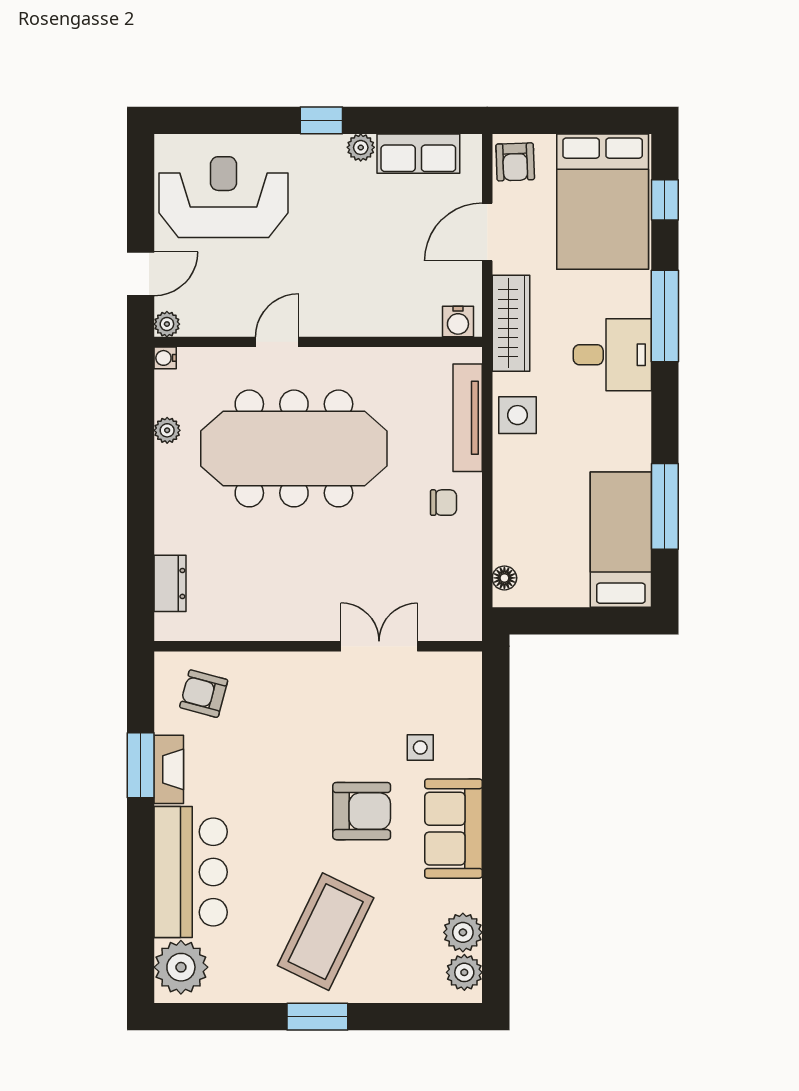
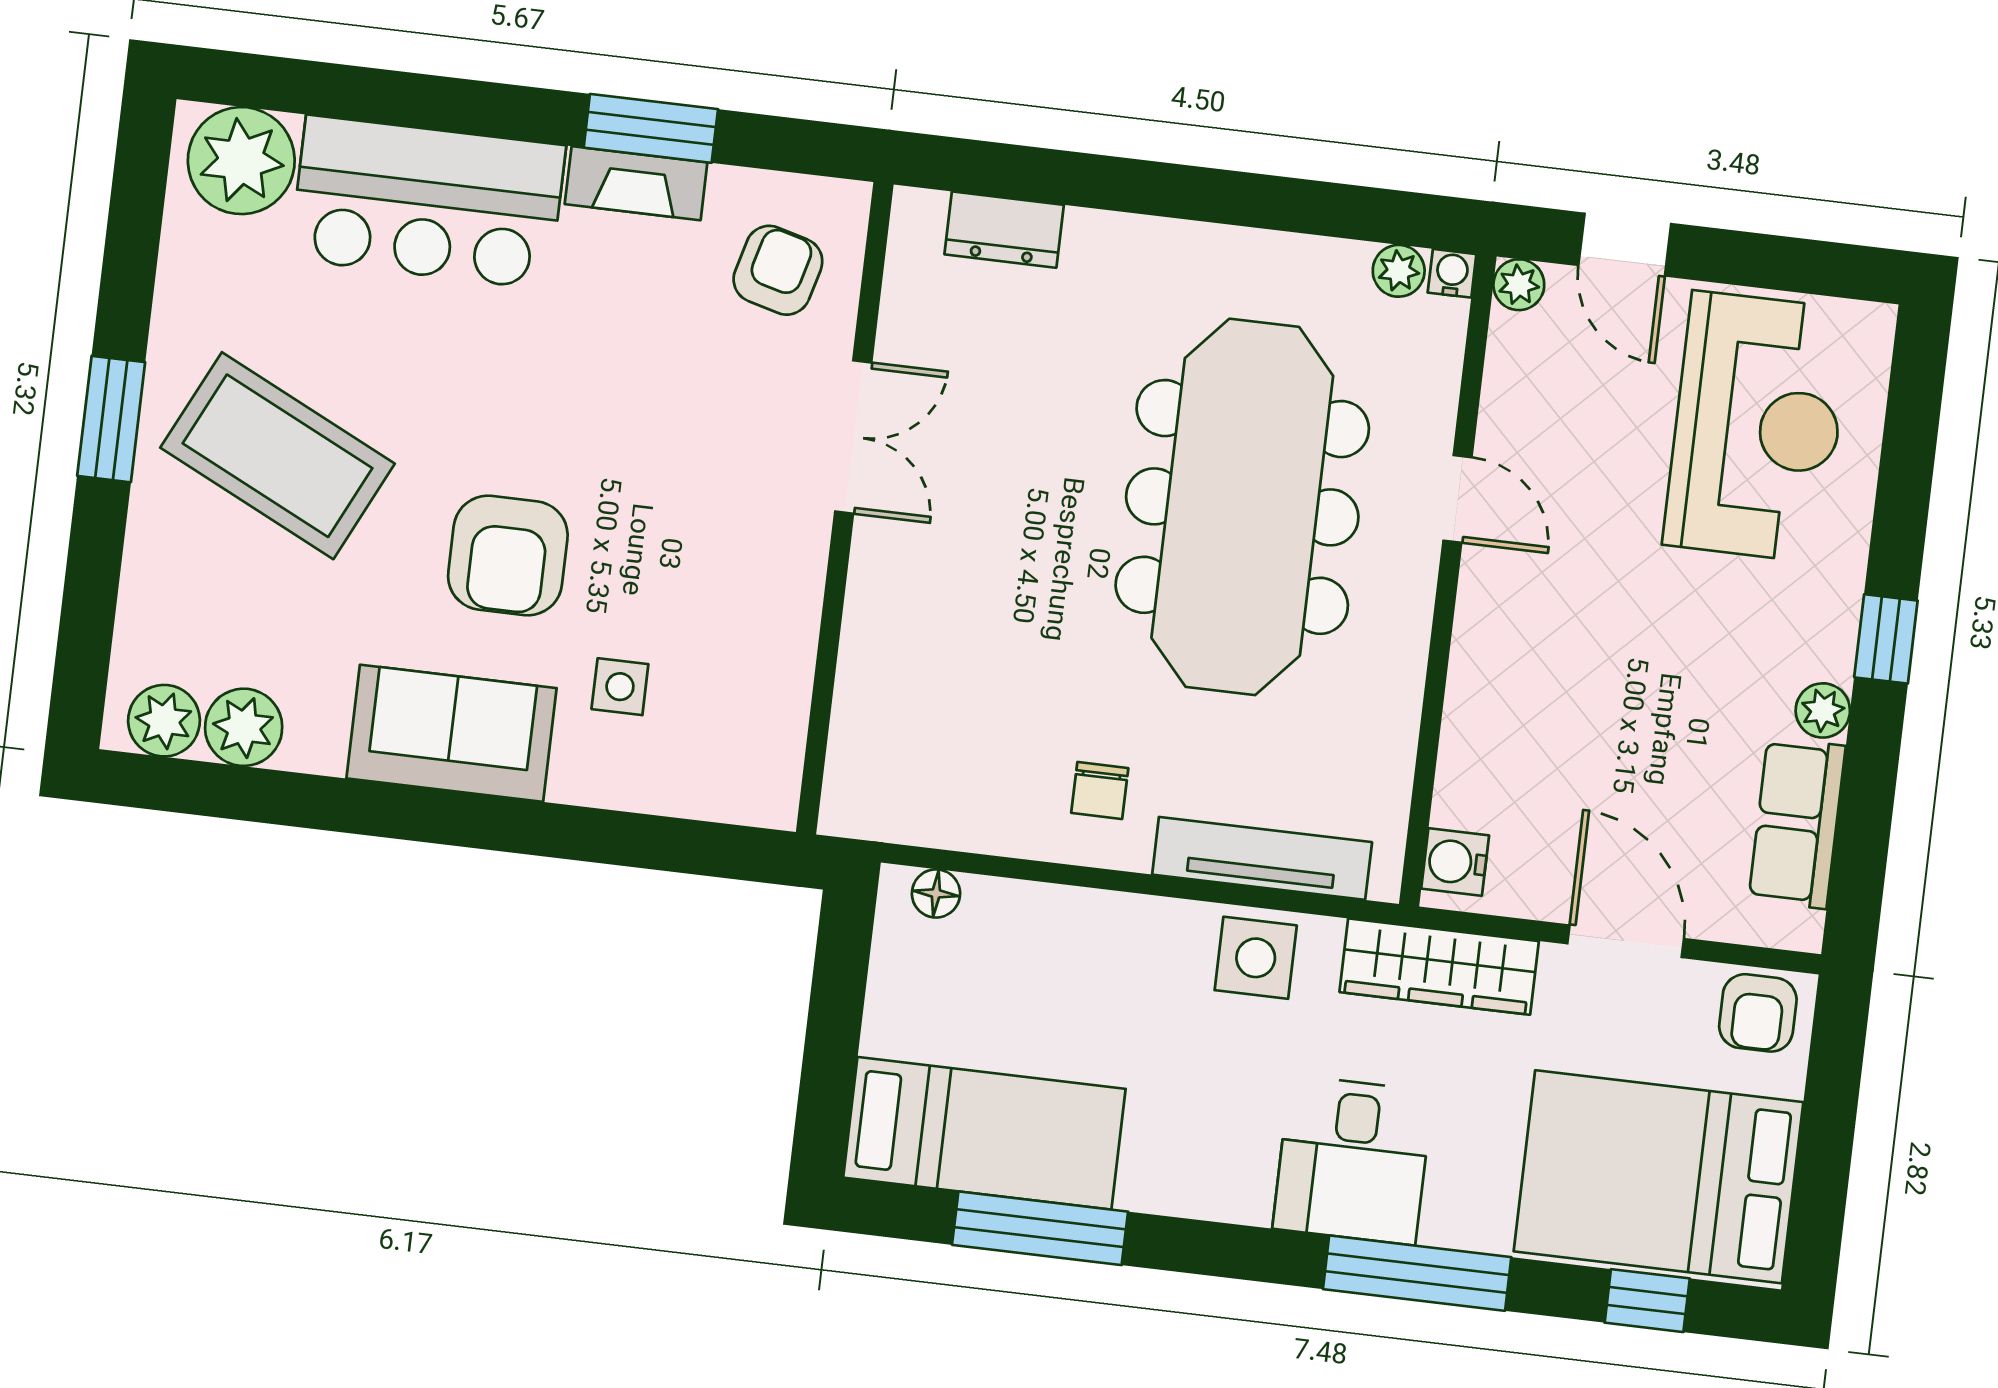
armchair: (515, 162) -> (1758, 1013), turned -88
plant: (167, 430) -> (1399, 271), moved
double door: (379, 646) -> (853, 437), moved

